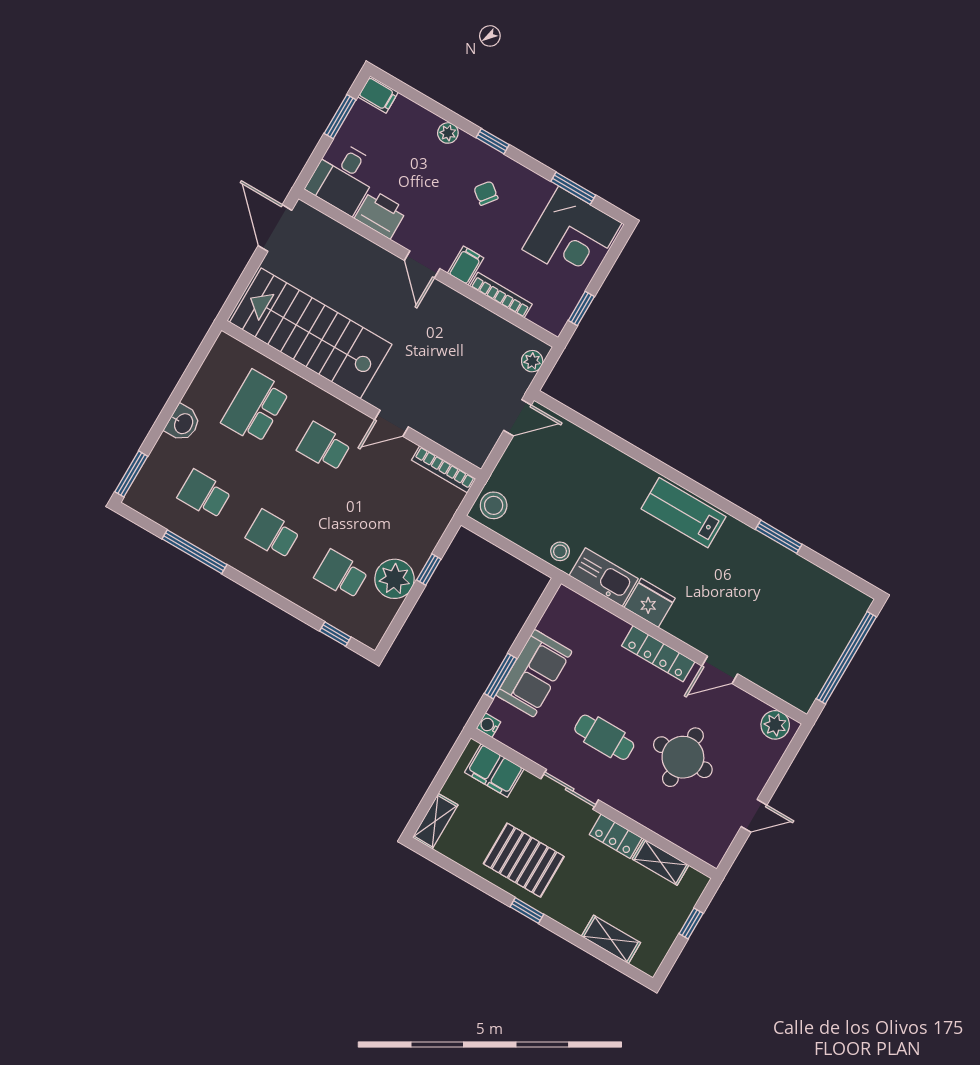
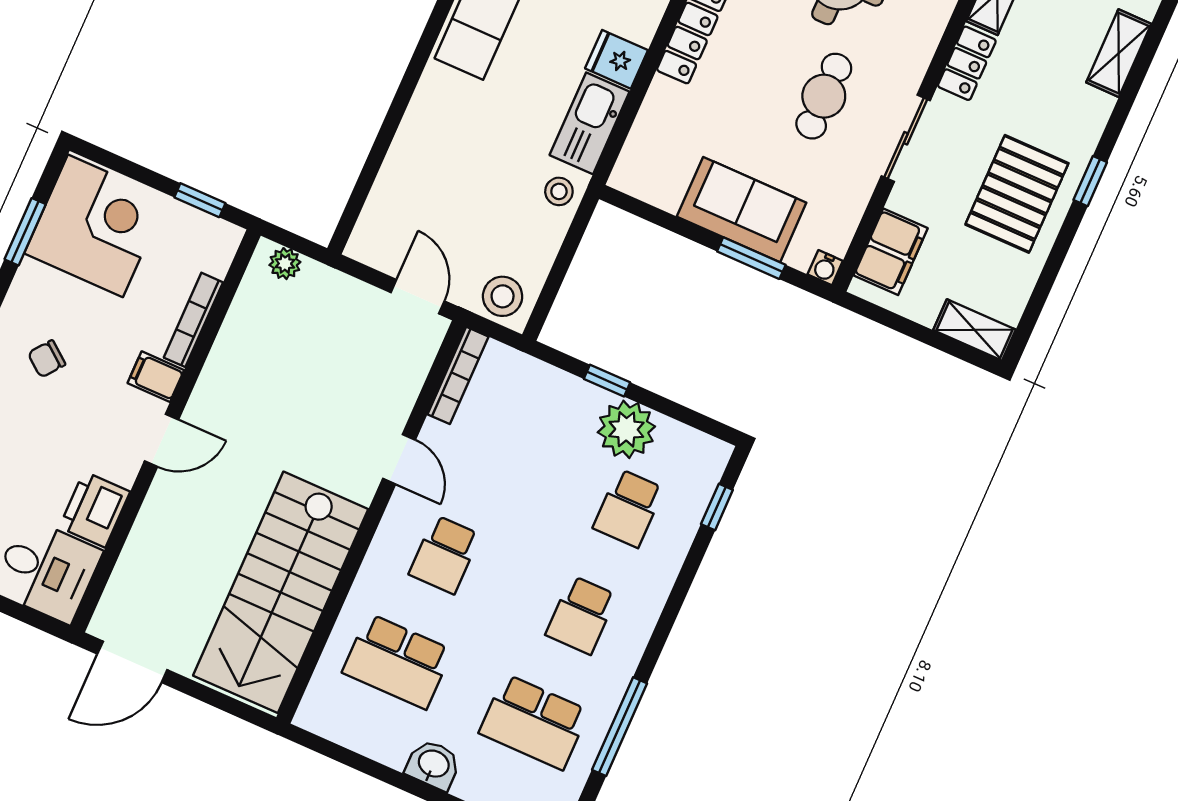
door: (518, 418) -> (418, 297), moved
school desk: (204, 494) -> (534, 722), width x1.85
fridge: (650, 603) -> (616, 59), width x0.72

